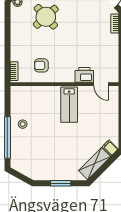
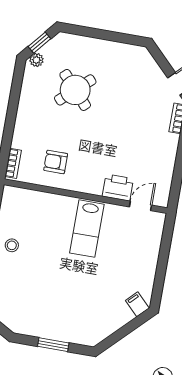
door: (101, 84) -> (140, 206), swing flipped
shelving: (95, 164) -> (110, 324), removed

